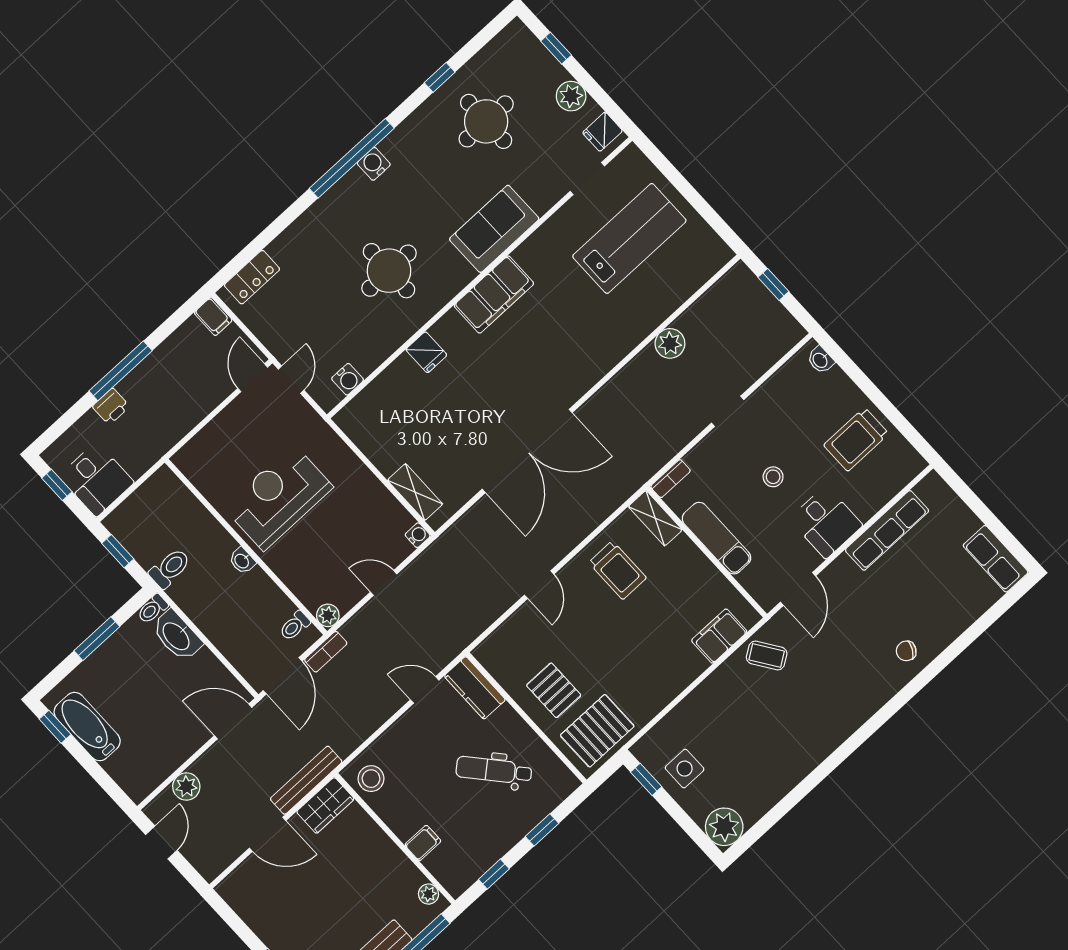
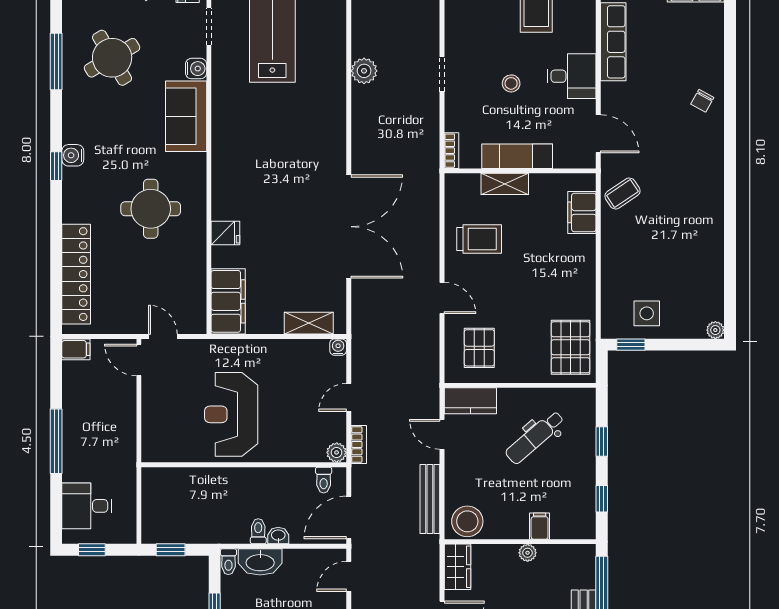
window: (440, 77) -> (56, 62), width x2.17
round table: (486, 121) -> (112, 58), turned -30
window: (352, 158) -> (56, 166), width x0.32
locker: (252, 277) -> (76, 274), width x2.16, depth x1.21
filing cabinet: (494, 295) -> (228, 301), moved
water cooler: (348, 379) -> (196, 69), moved
printer: (111, 406) -> (73, 468), removed
desk: (96, 479) -> (87, 506), moved, turned 180
shelving: (655, 518) -> (505, 184), moved
washbasin: (242, 561) -> (278, 536), moved, turned 180
toilet: (170, 568) -> (258, 531), moved, width x0.73, depth x0.72
bookcase: (326, 652) -> (359, 444), moved
door: (283, 676) -> (349, 517), swing flipped
door: (425, 690) -> (442, 434), hinge flipped
pallet: (554, 690) -> (479, 348), moved, turned 90
door: (233, 721) -> (349, 576), width x0.73
stool: (371, 779) -> (467, 521), width x1.38, depth x1.38
bench: (306, 780) -> (430, 499), moved
plant: (724, 827) -> (715, 330), width x0.53, depth x0.53
plant: (428, 894) -> (528, 553), moved

